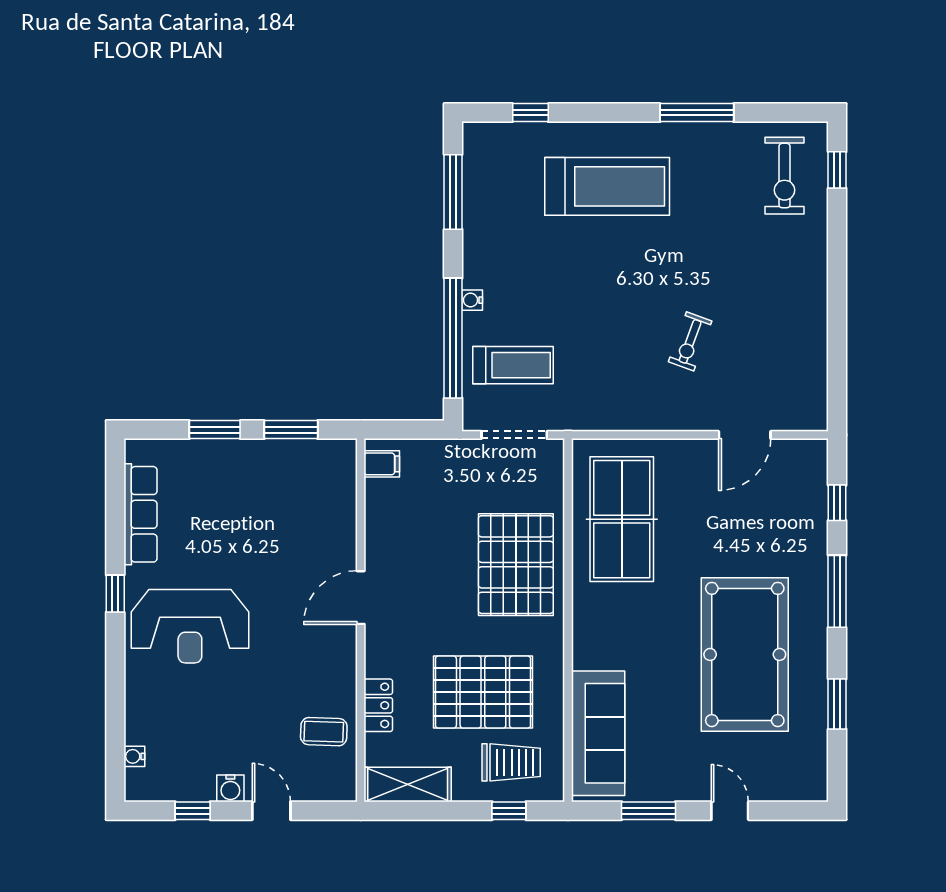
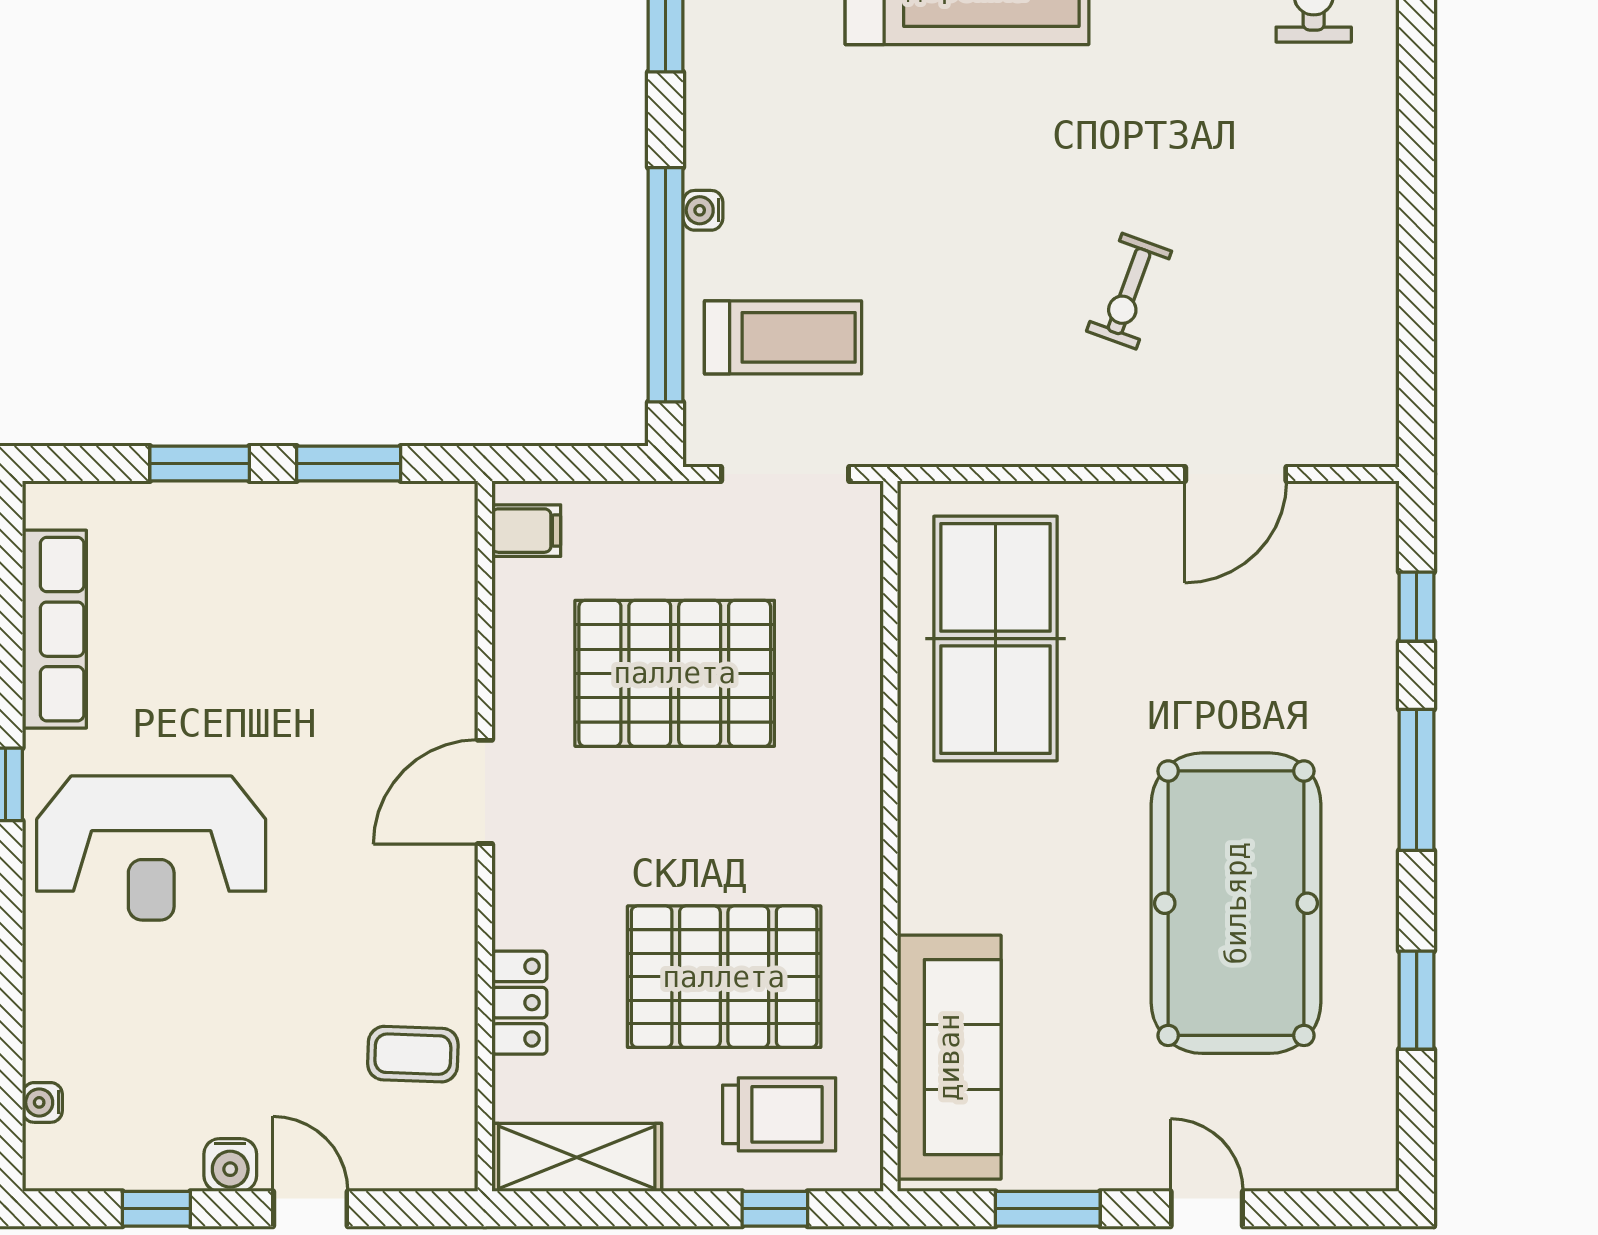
pallet: (516, 565) -> (675, 673), moved, turned 90

